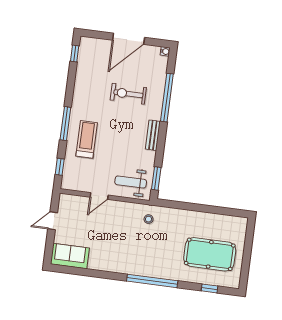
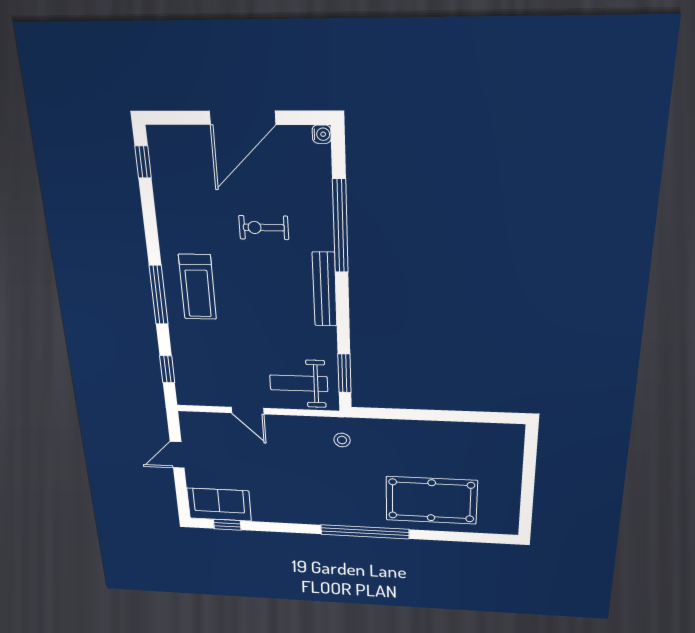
exercise bike: (128, 94) -> (264, 228), width x0.73, depth x0.72
bench: (153, 135) -> (325, 289), width x1.36
treadmill: (87, 139) -> (198, 287), moved, turned 180
door: (99, 196) -> (248, 411), hinge flipped
pool table: (210, 254) -> (431, 500), moved
window: (210, 288) -> (227, 525), moved

